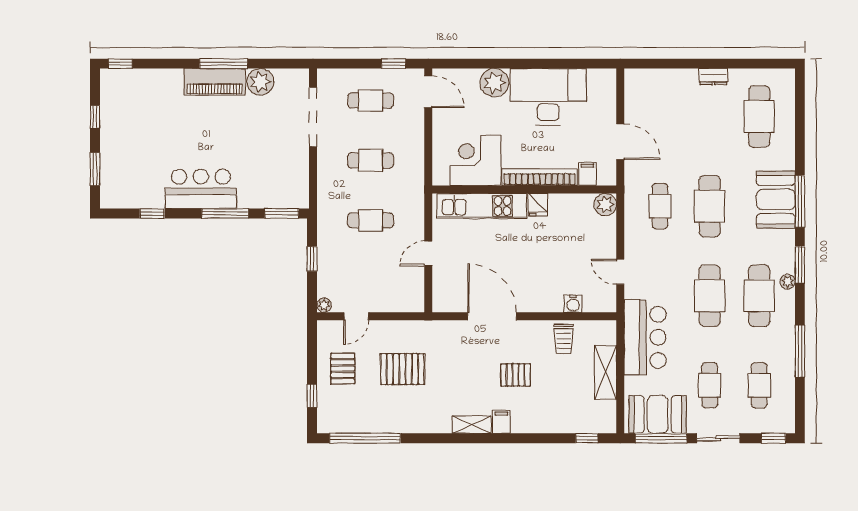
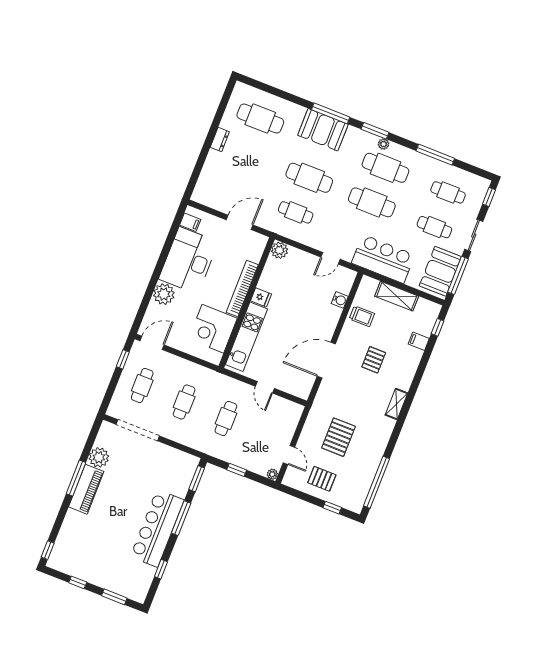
filing cabinet: (587, 174) -> (190, 222), moved, turned 180
bar counter: (201, 189) -> (157, 528), width x1.36
filing cabinet: (501, 422) -> (419, 341), moved

